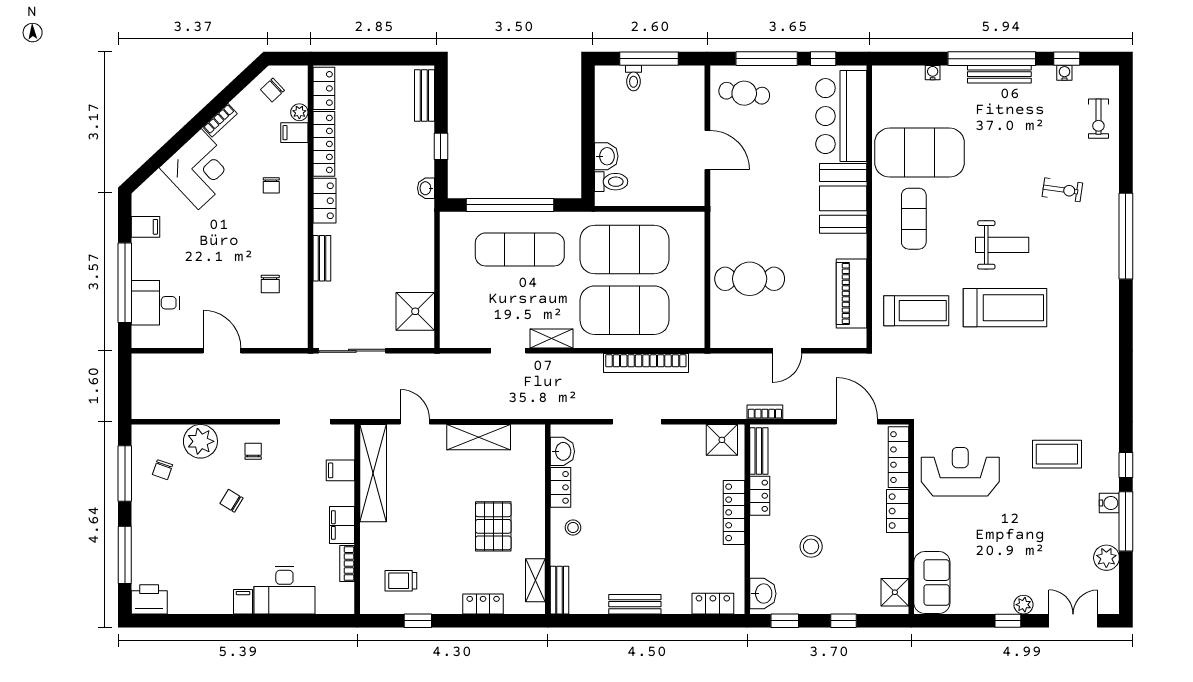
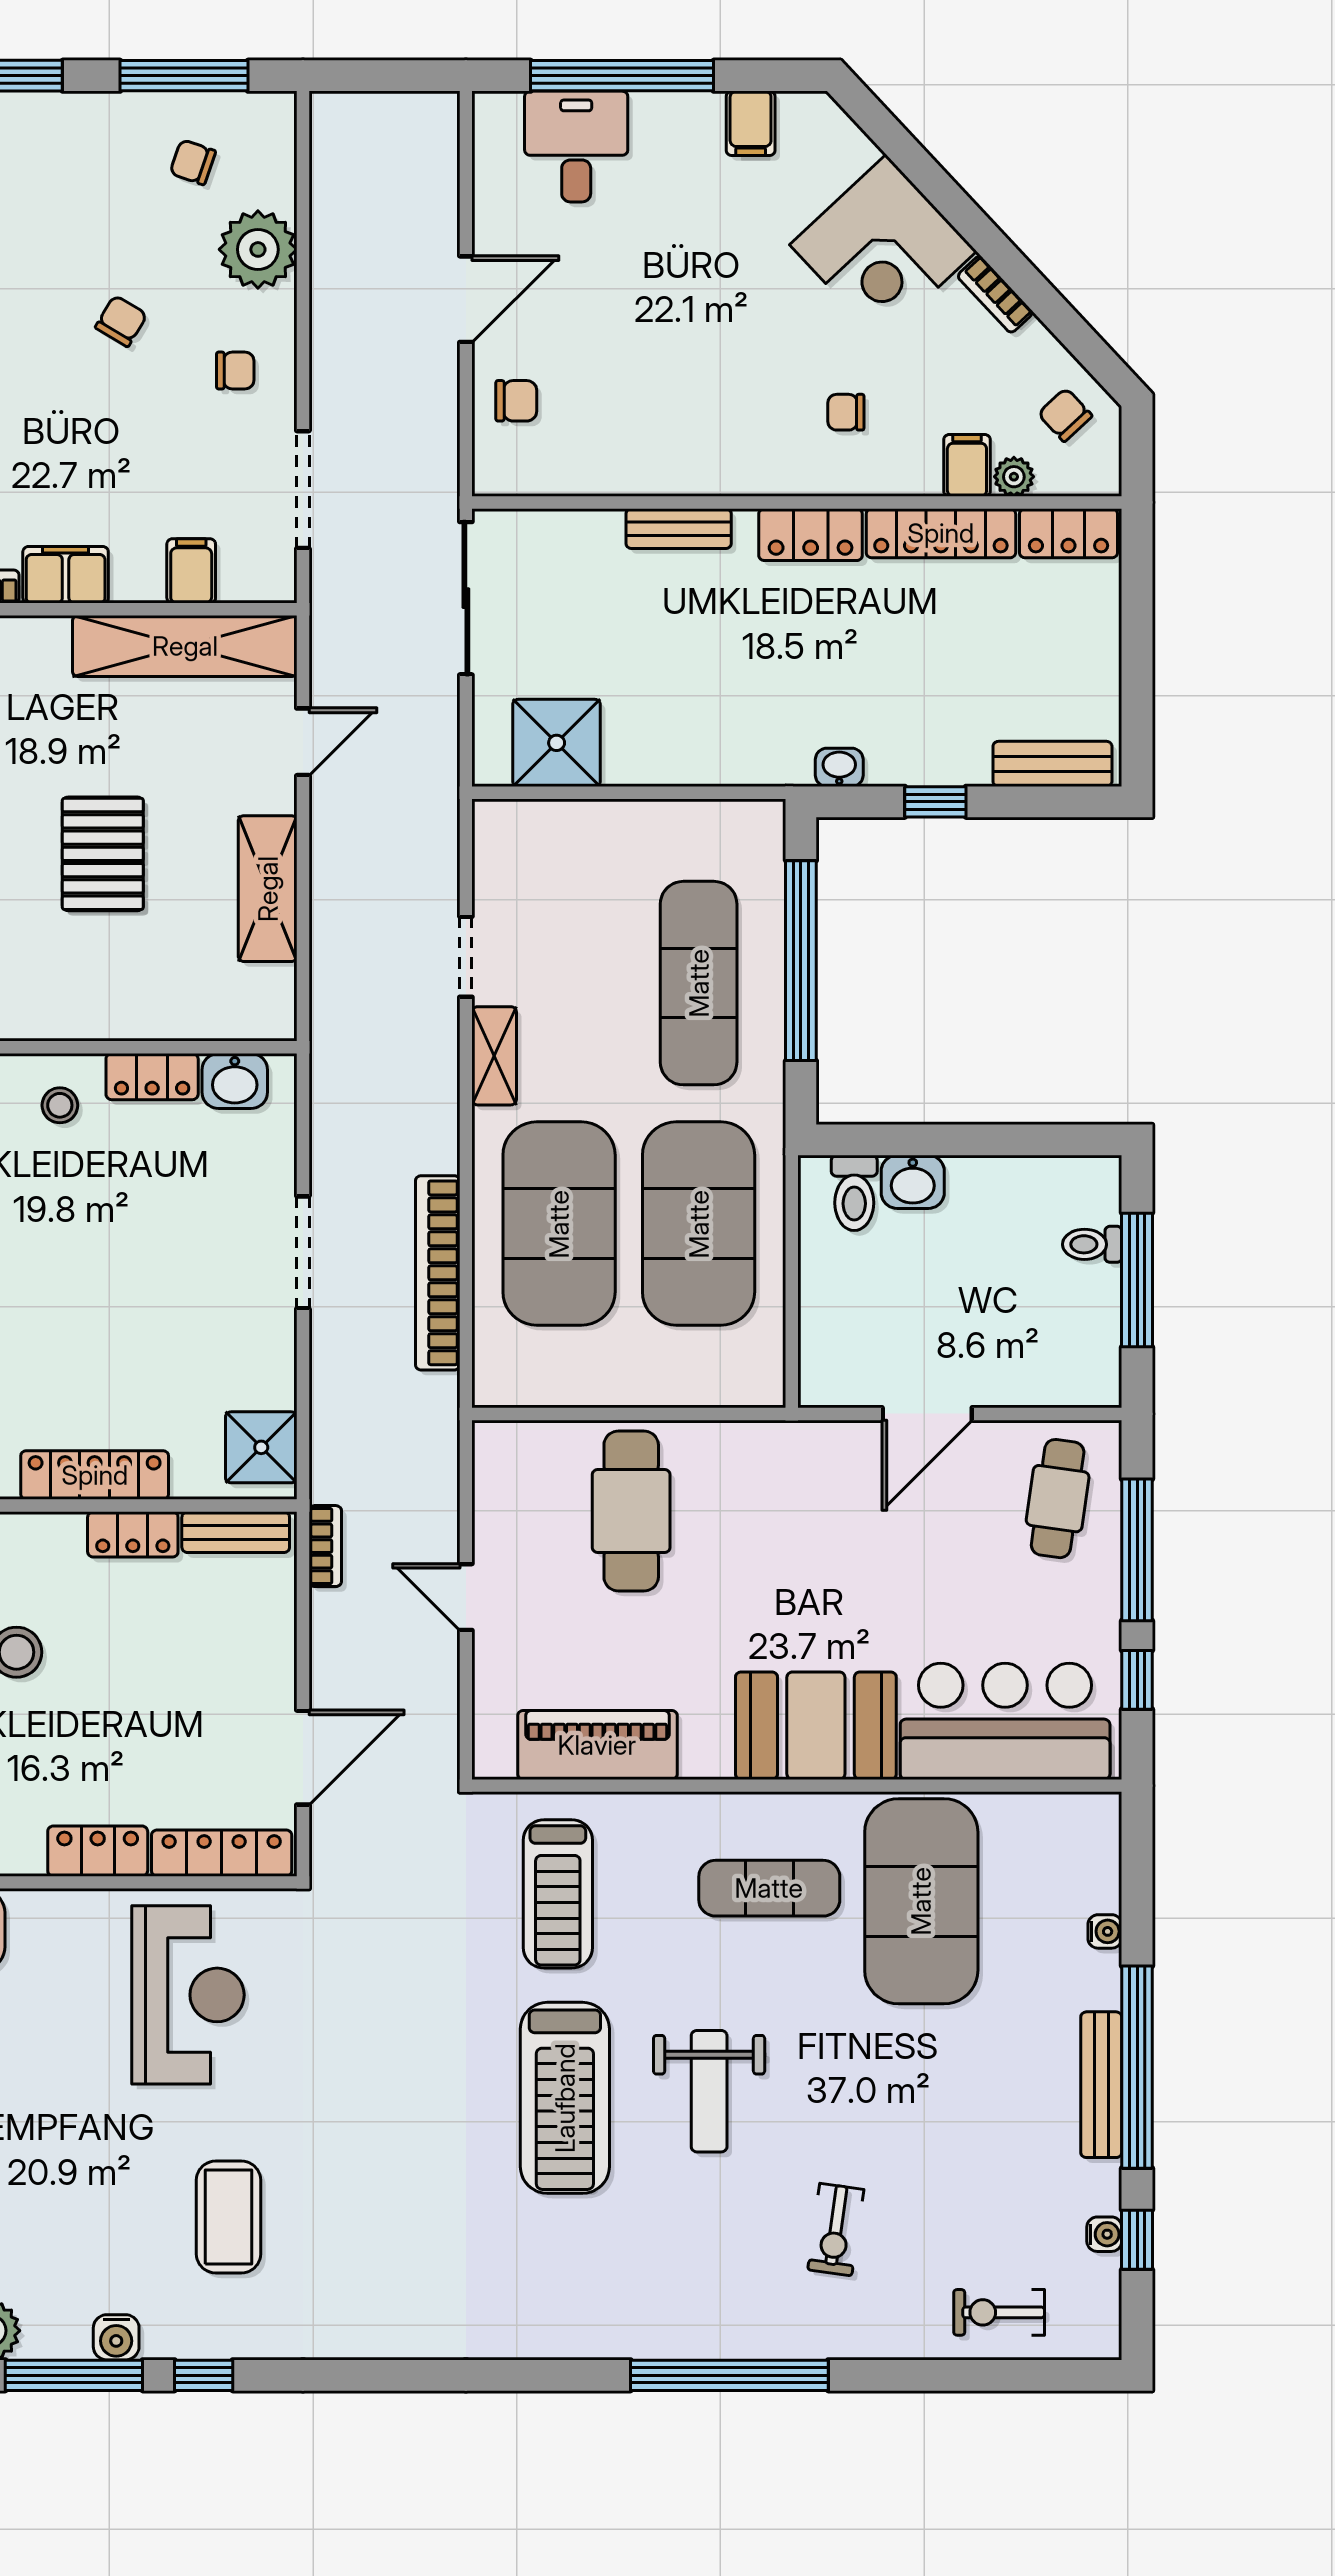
chair: (270, 284) -> (516, 401), moved, turned 180
pallet: (493, 526) -> (103, 854), moved, turned 90

